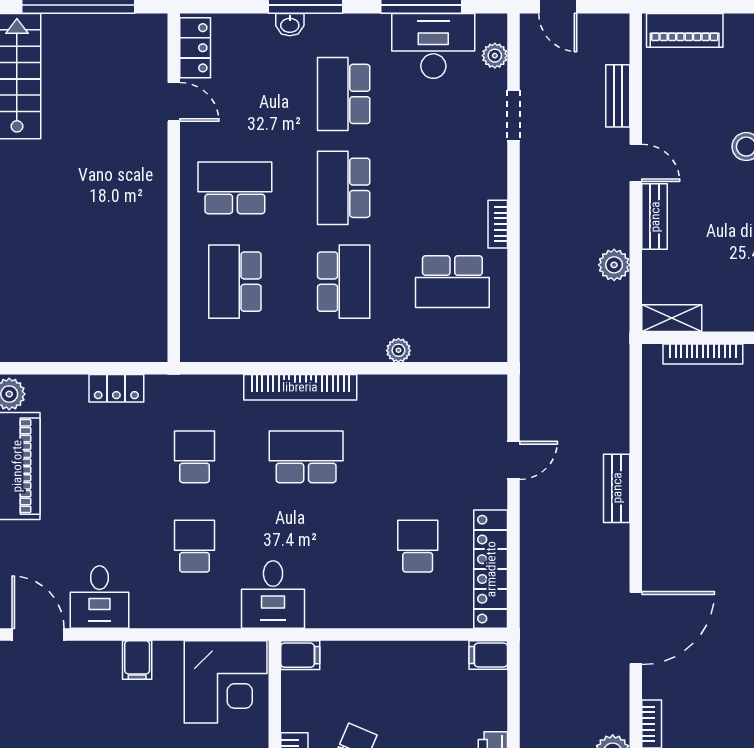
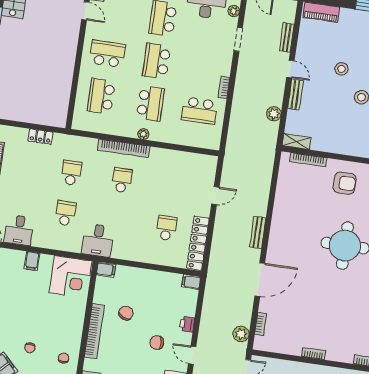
plant: (398, 350) -> (143, 134), moved
school desk: (306, 457) -> (122, 180), width x0.54
bench: (617, 488) -> (258, 232), moved

